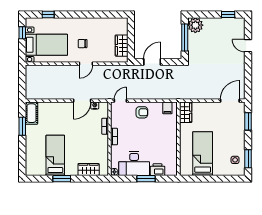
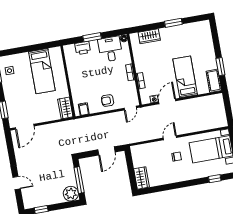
wardrobe: (122, 46) -> (142, 178), moved
bed: (55, 155) -> (185, 77), moved, turned 180
desk: (134, 163) -> (110, 49), width x0.73

